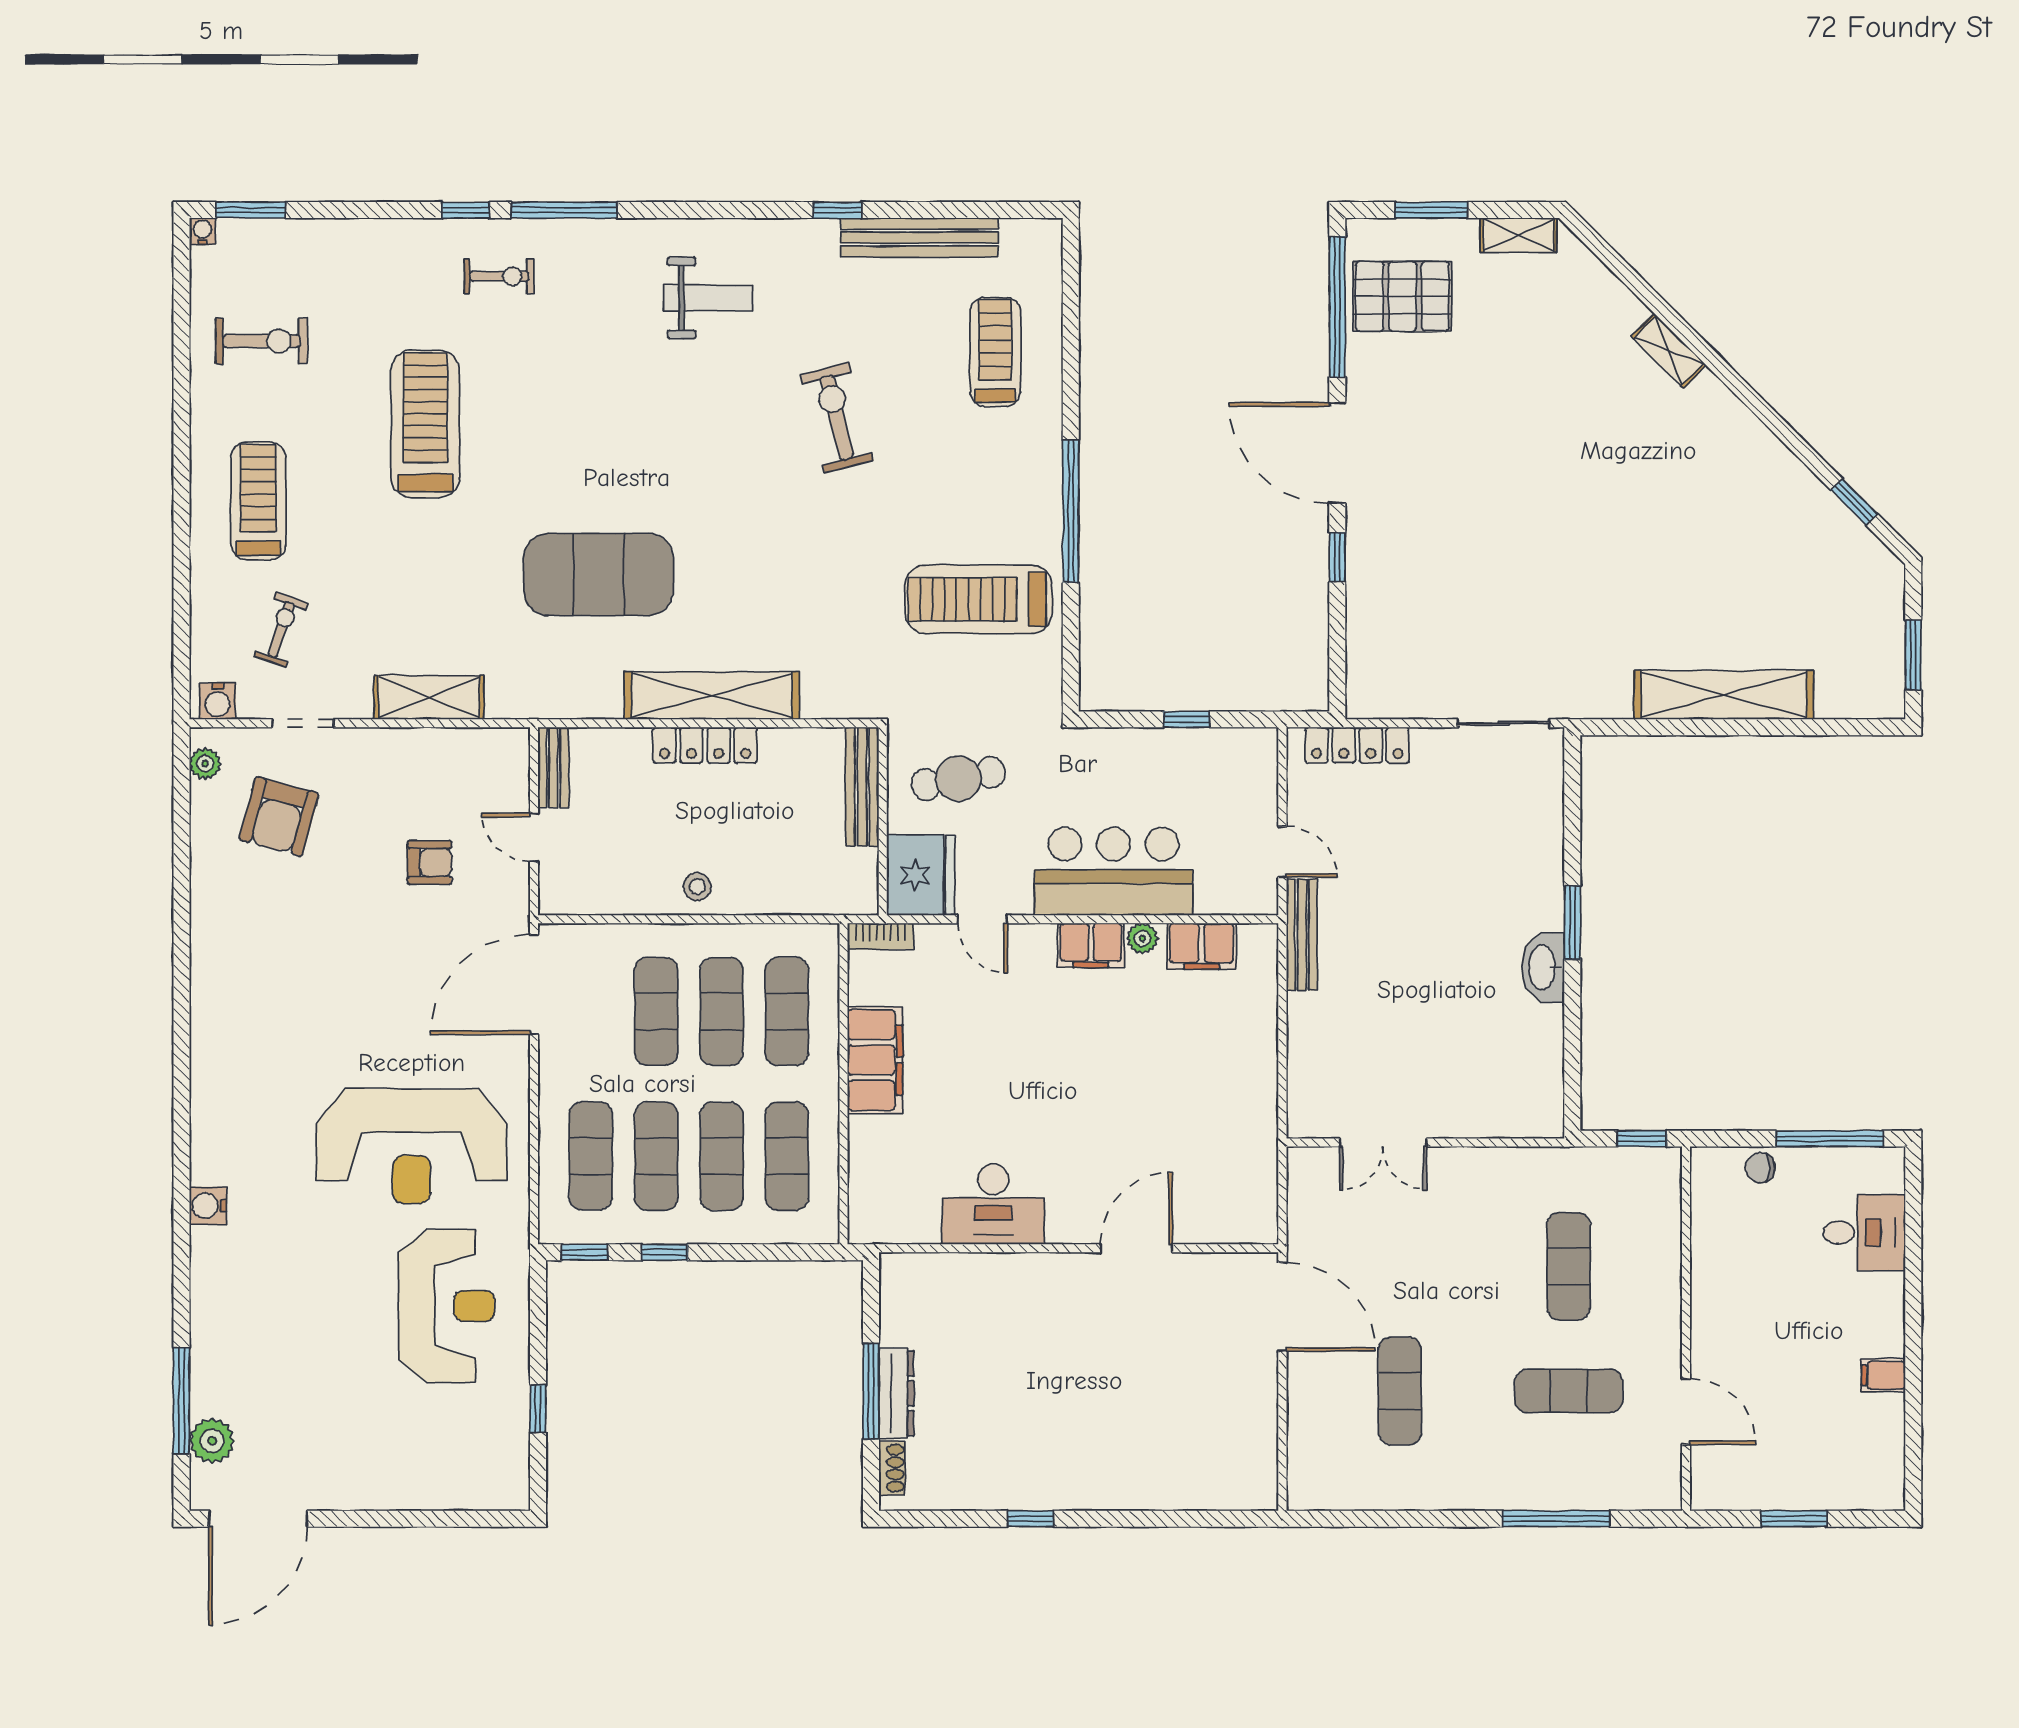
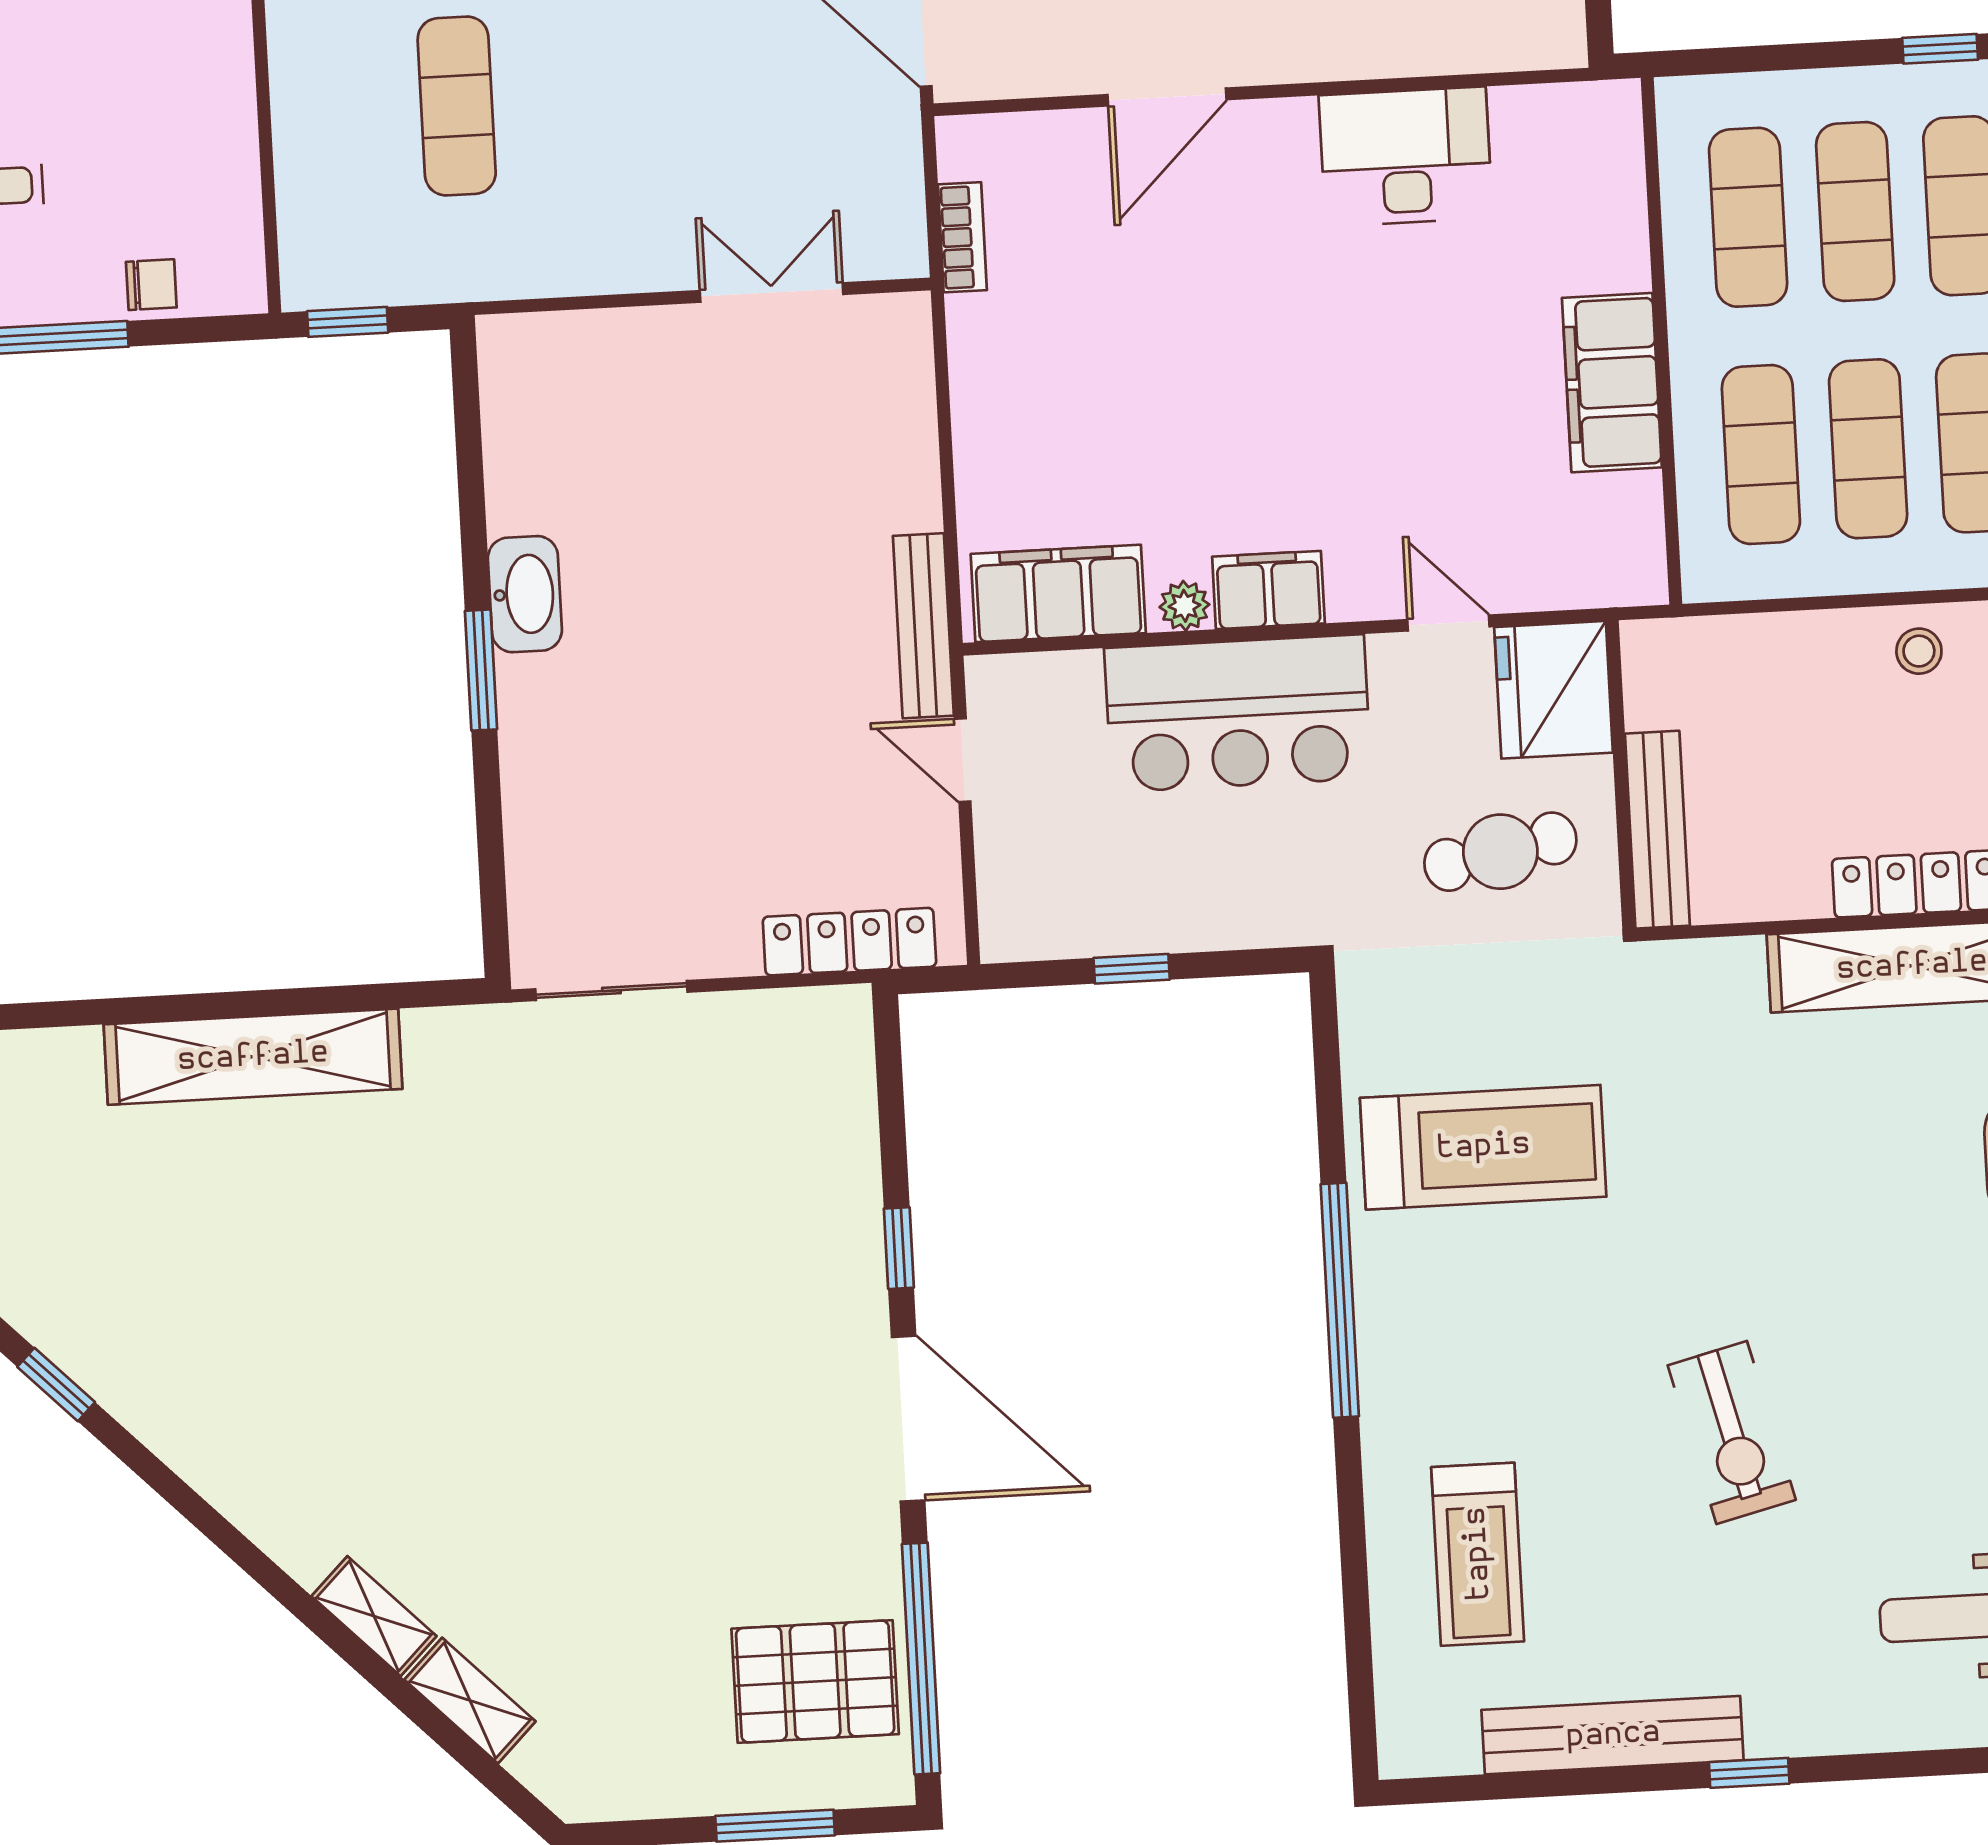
shelving: (1519, 235) -> (470, 1701), moved, turned 45
bookcase: (880, 936) -> (962, 237), moved, turned 90
filing cabinet: (1201, 946) -> (1058, 593), width x1.50, depth x1.17

